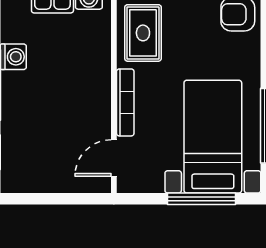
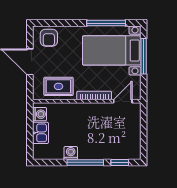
door: (114, 158) -> (123, 101), swing flipped

